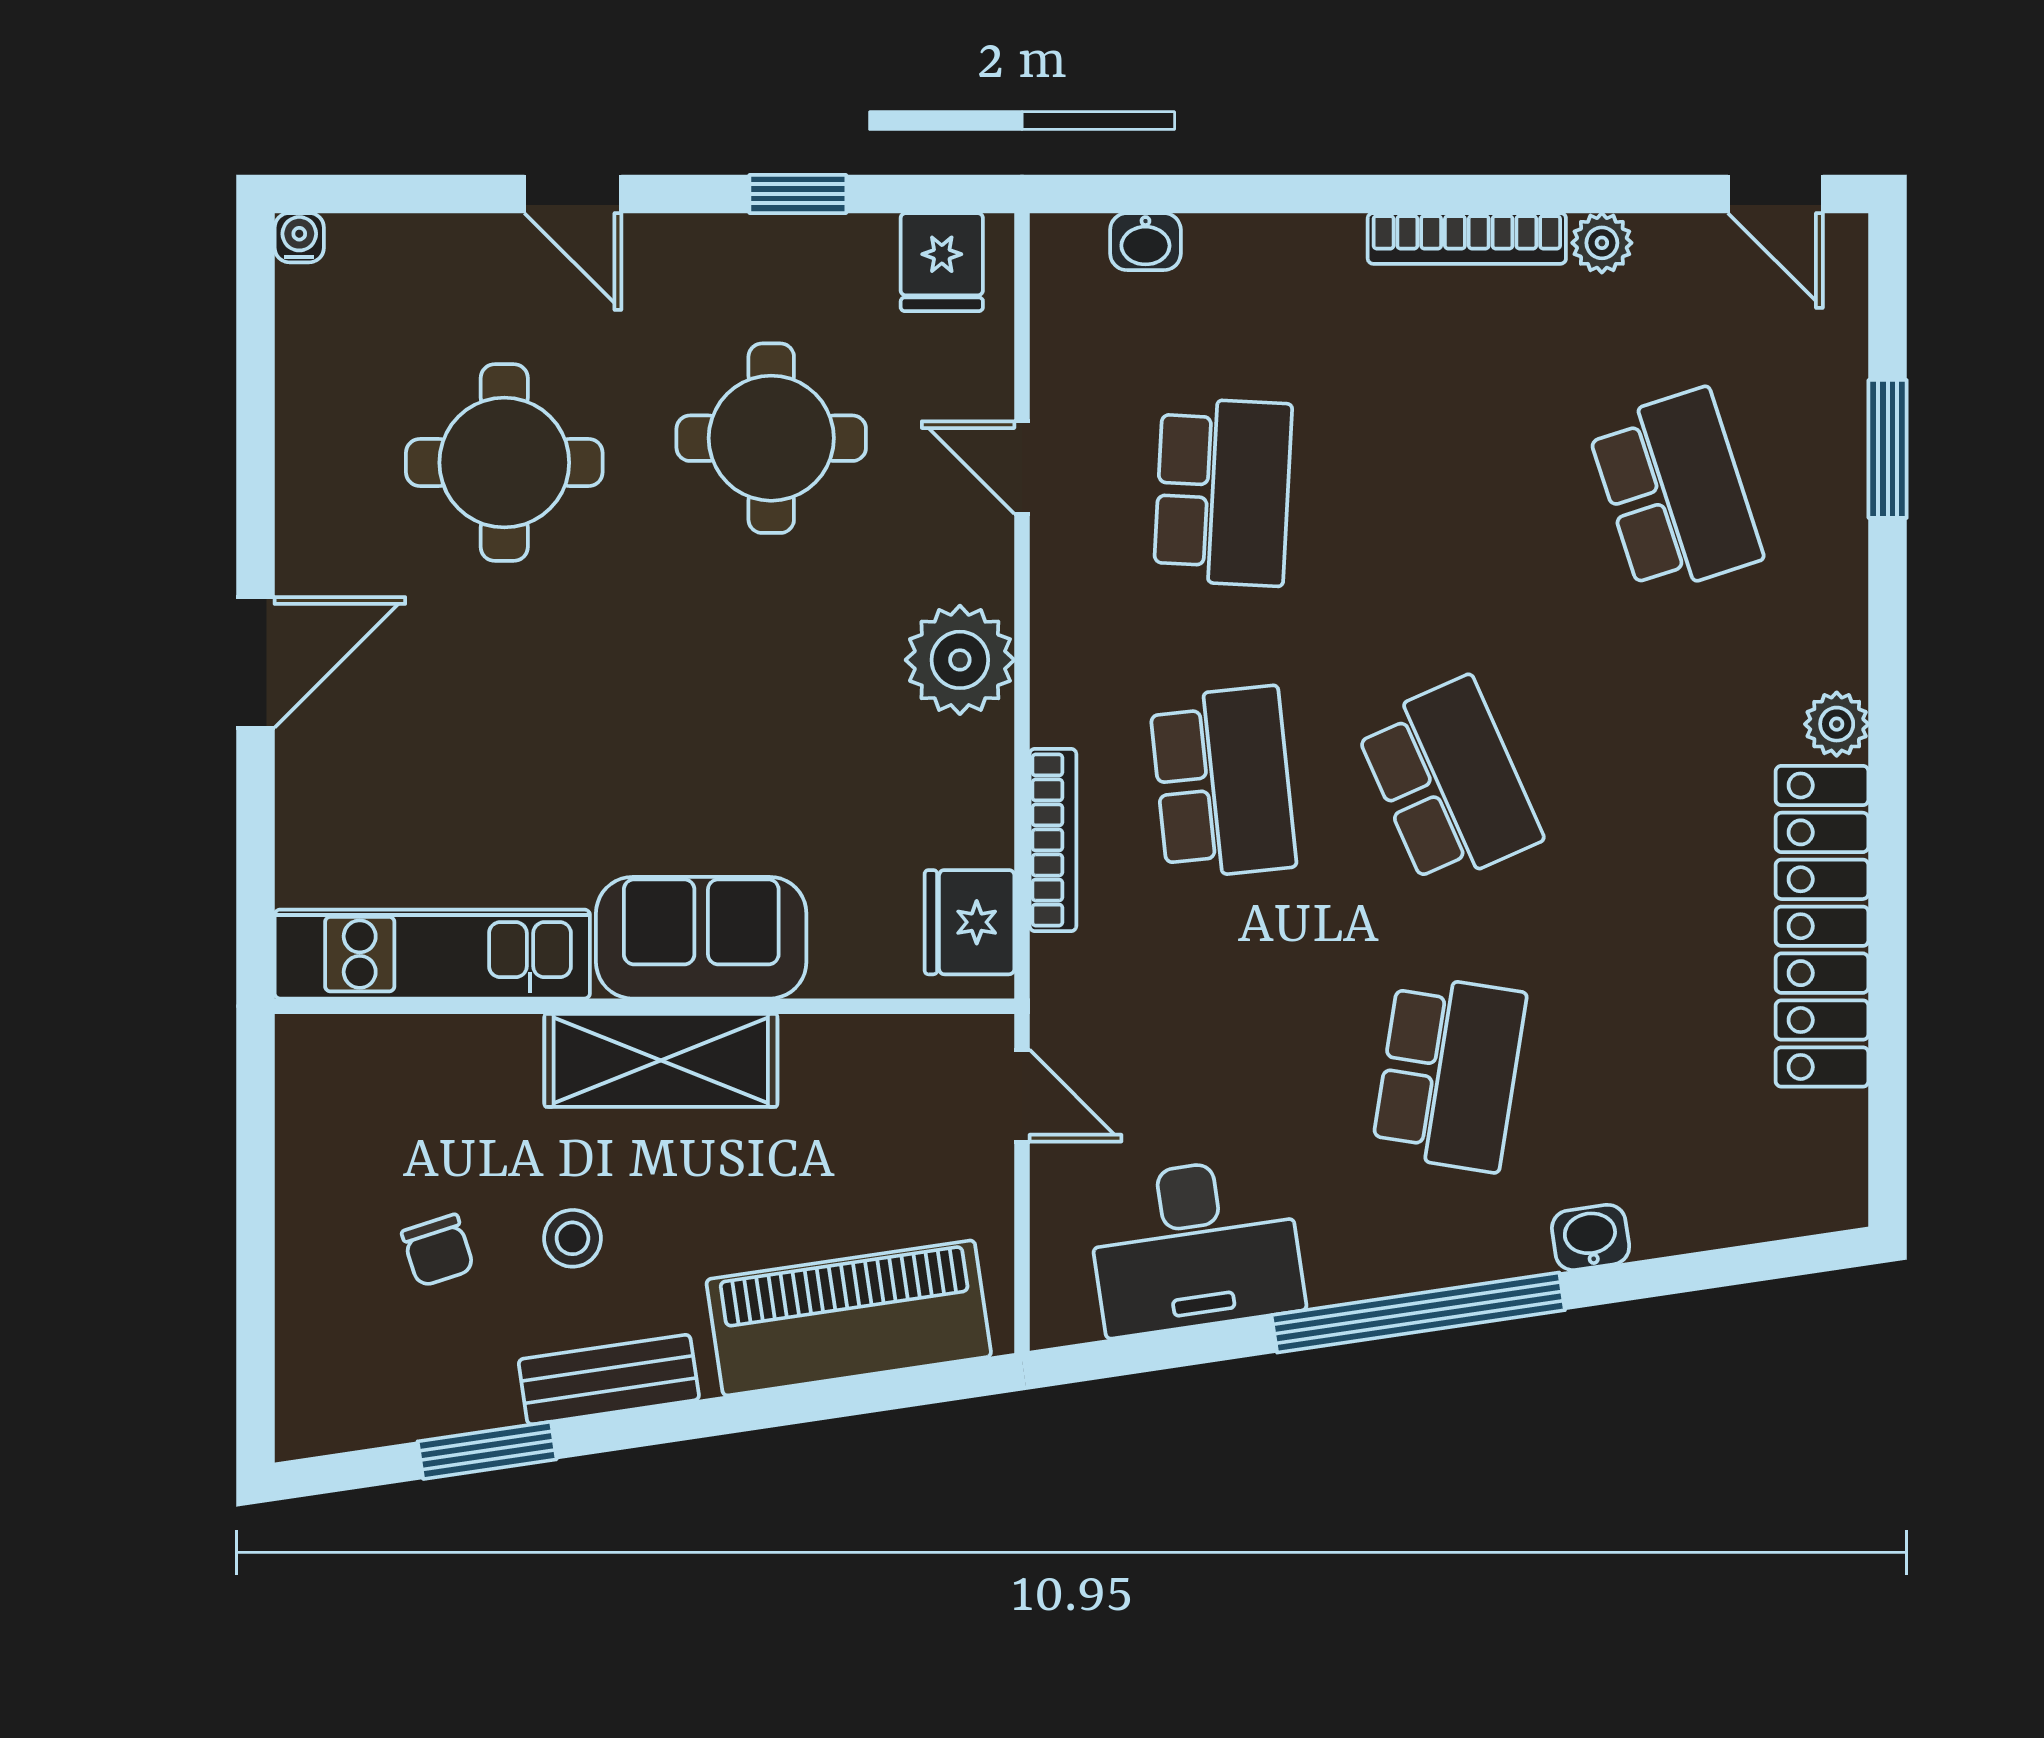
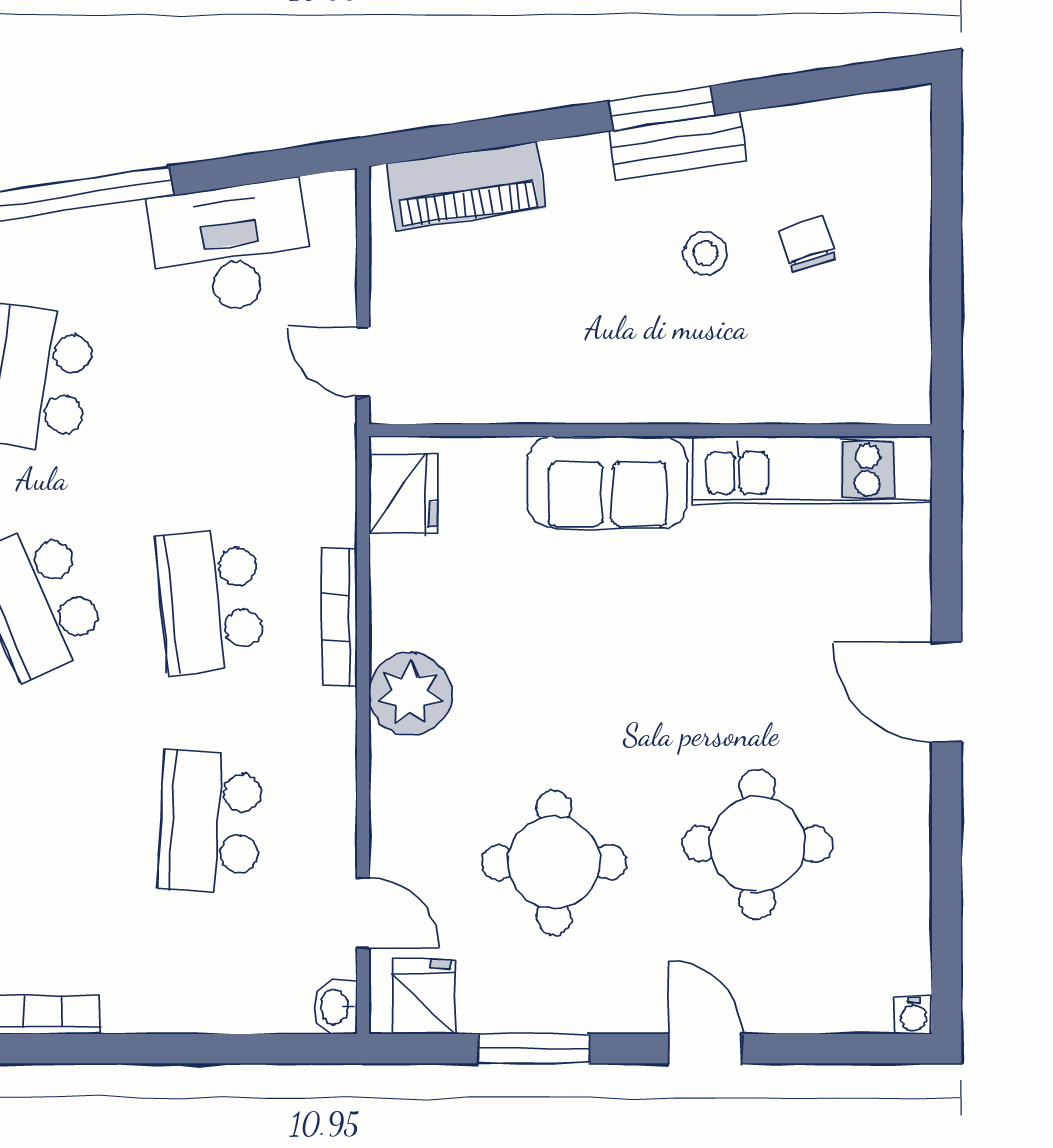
window: (798, 194) -> (534, 1049), width x1.50
washbasin: (1145, 242) -> (335, 1007), moved, turned -90
door: (1022, 468) -> (363, 913), moved
door: (256, 662) -> (947, 692), hinge flipped
bookcase: (1053, 840) -> (339, 617), moved
shelving: (661, 1060) -> (638, 389), removed
piano: (849, 1318) -> (466, 186), width x0.73, depth x0.75
window: (487, 1450) -> (662, 108), moved

